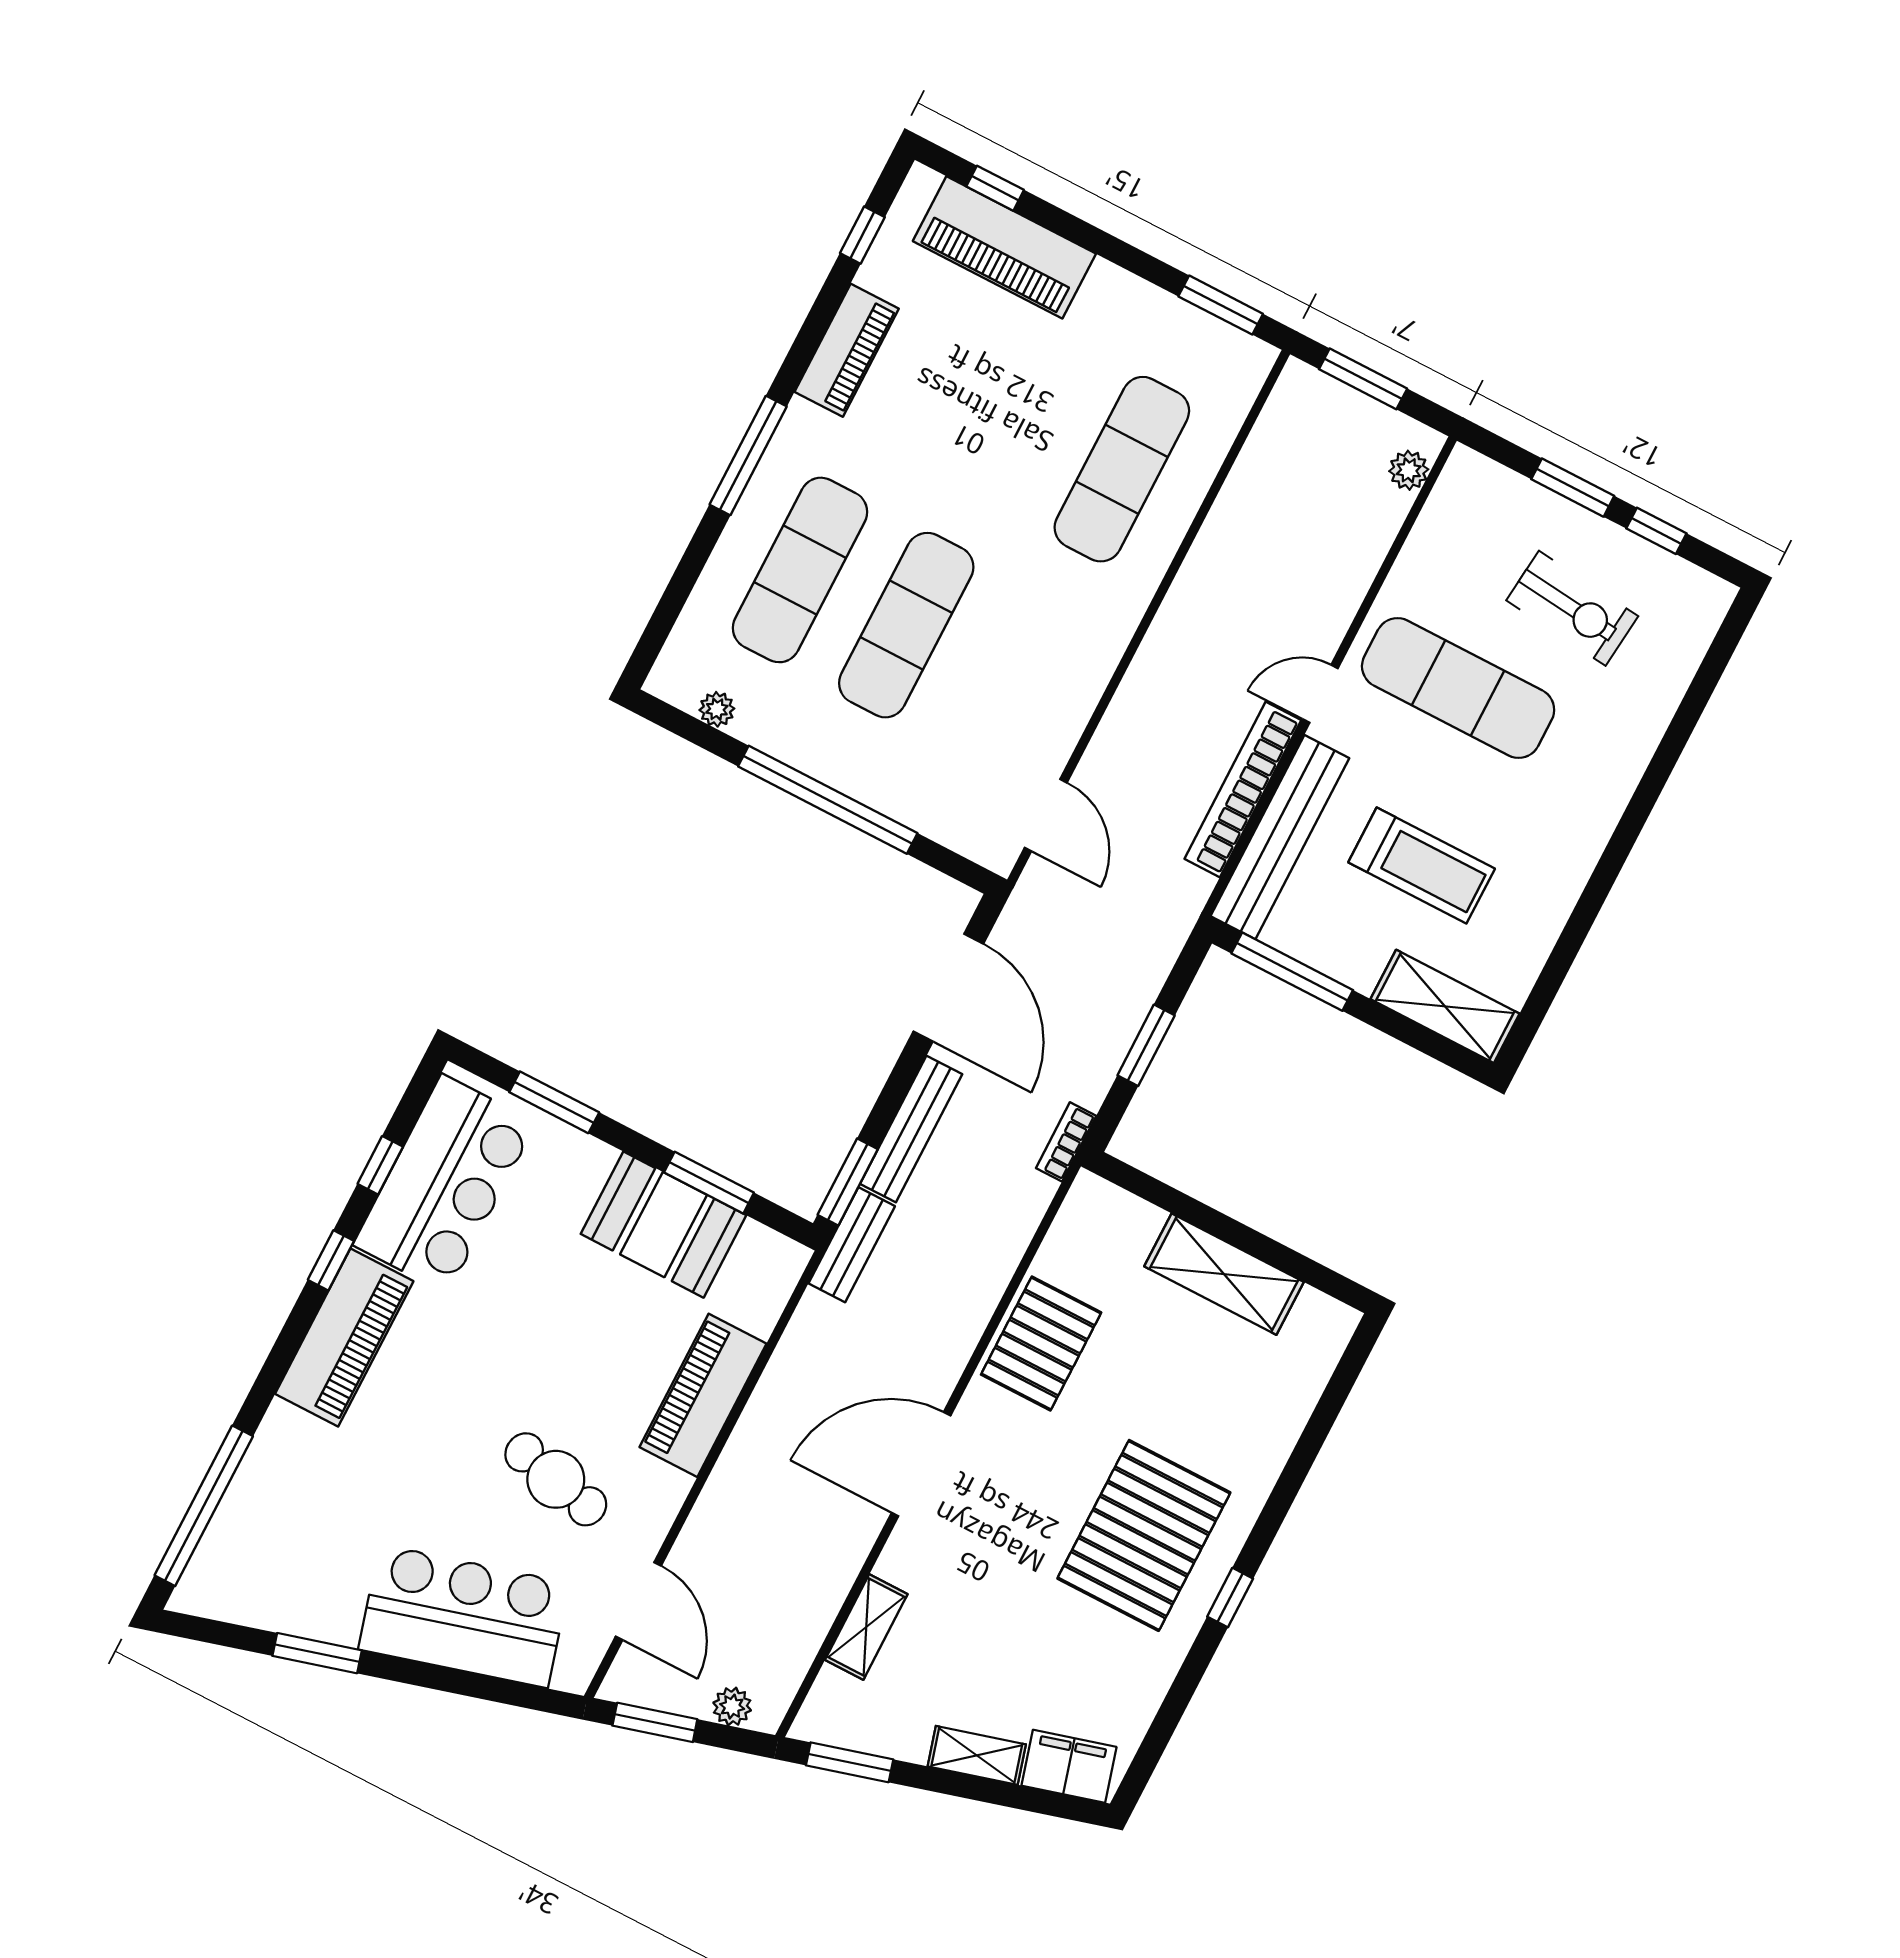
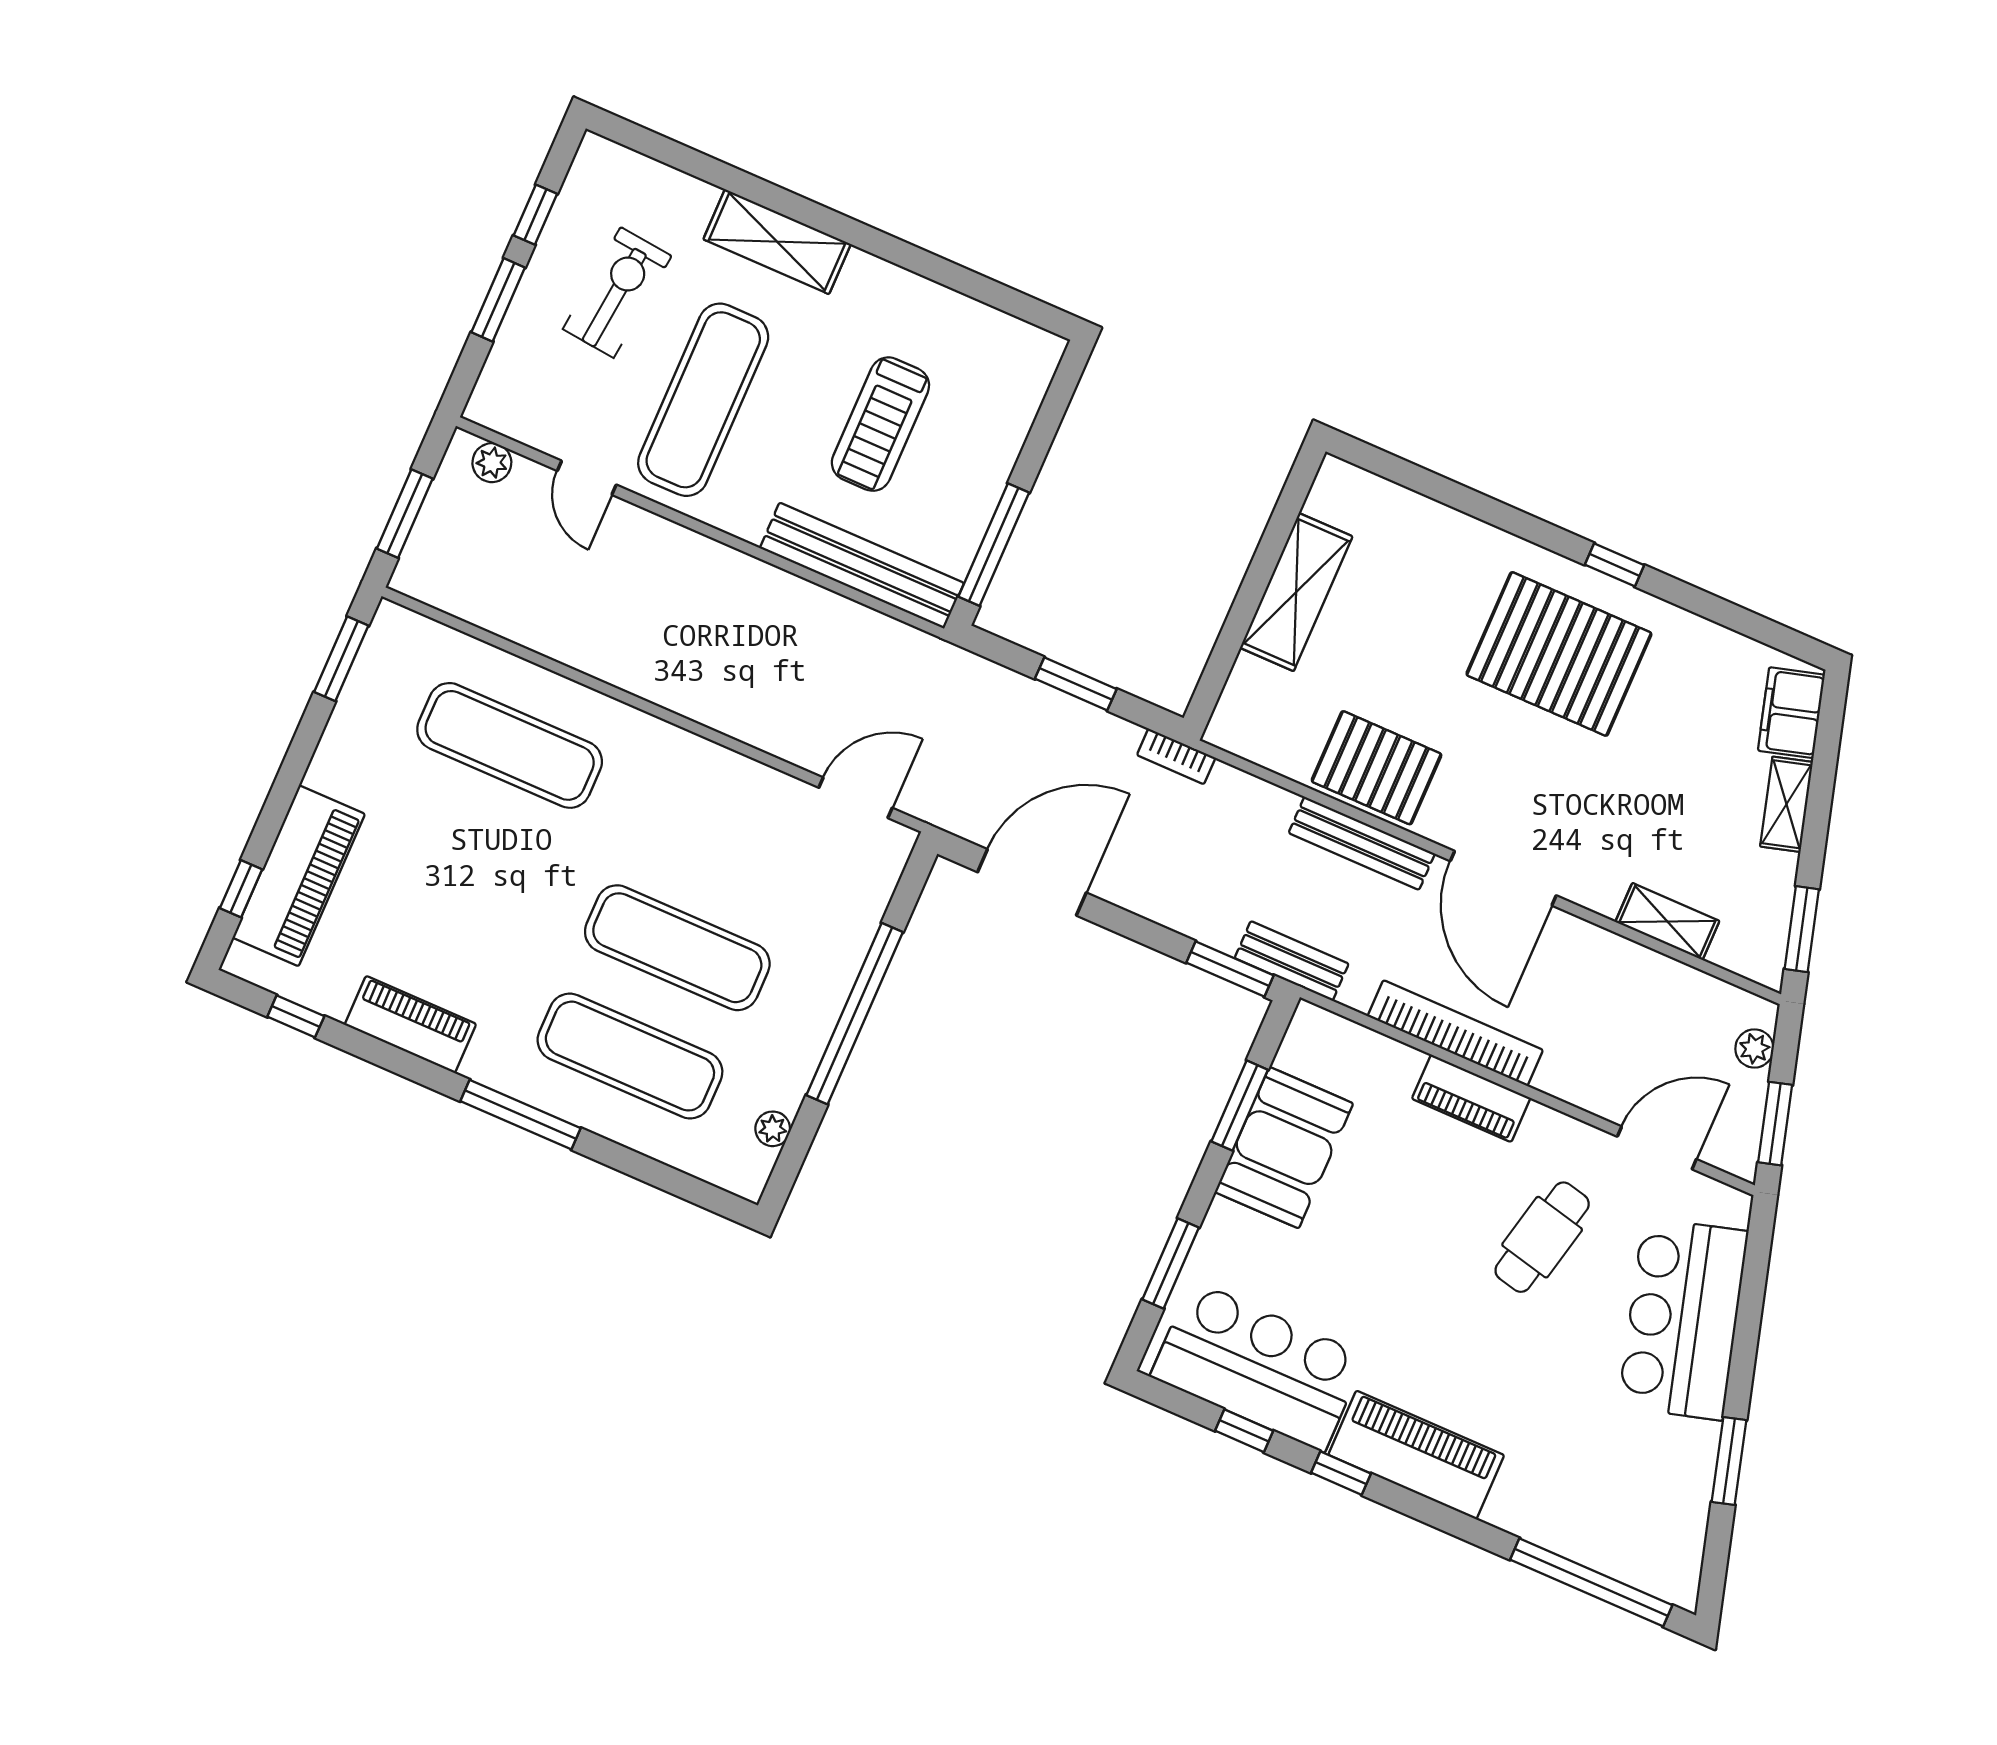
door: (1320, 694) -> (587, 478), moved
bookcase: (1243, 789) -> (1455, 1033), moved, turned 180
treadmill: (1422, 865) -> (880, 424), turned 180
shelving: (1445, 1006) -> (777, 242), moved, turned 90
bench: (911, 1129) -> (1362, 843), moved
piano: (703, 1395) -> (1471, 1098), width x0.73, depth x0.75

